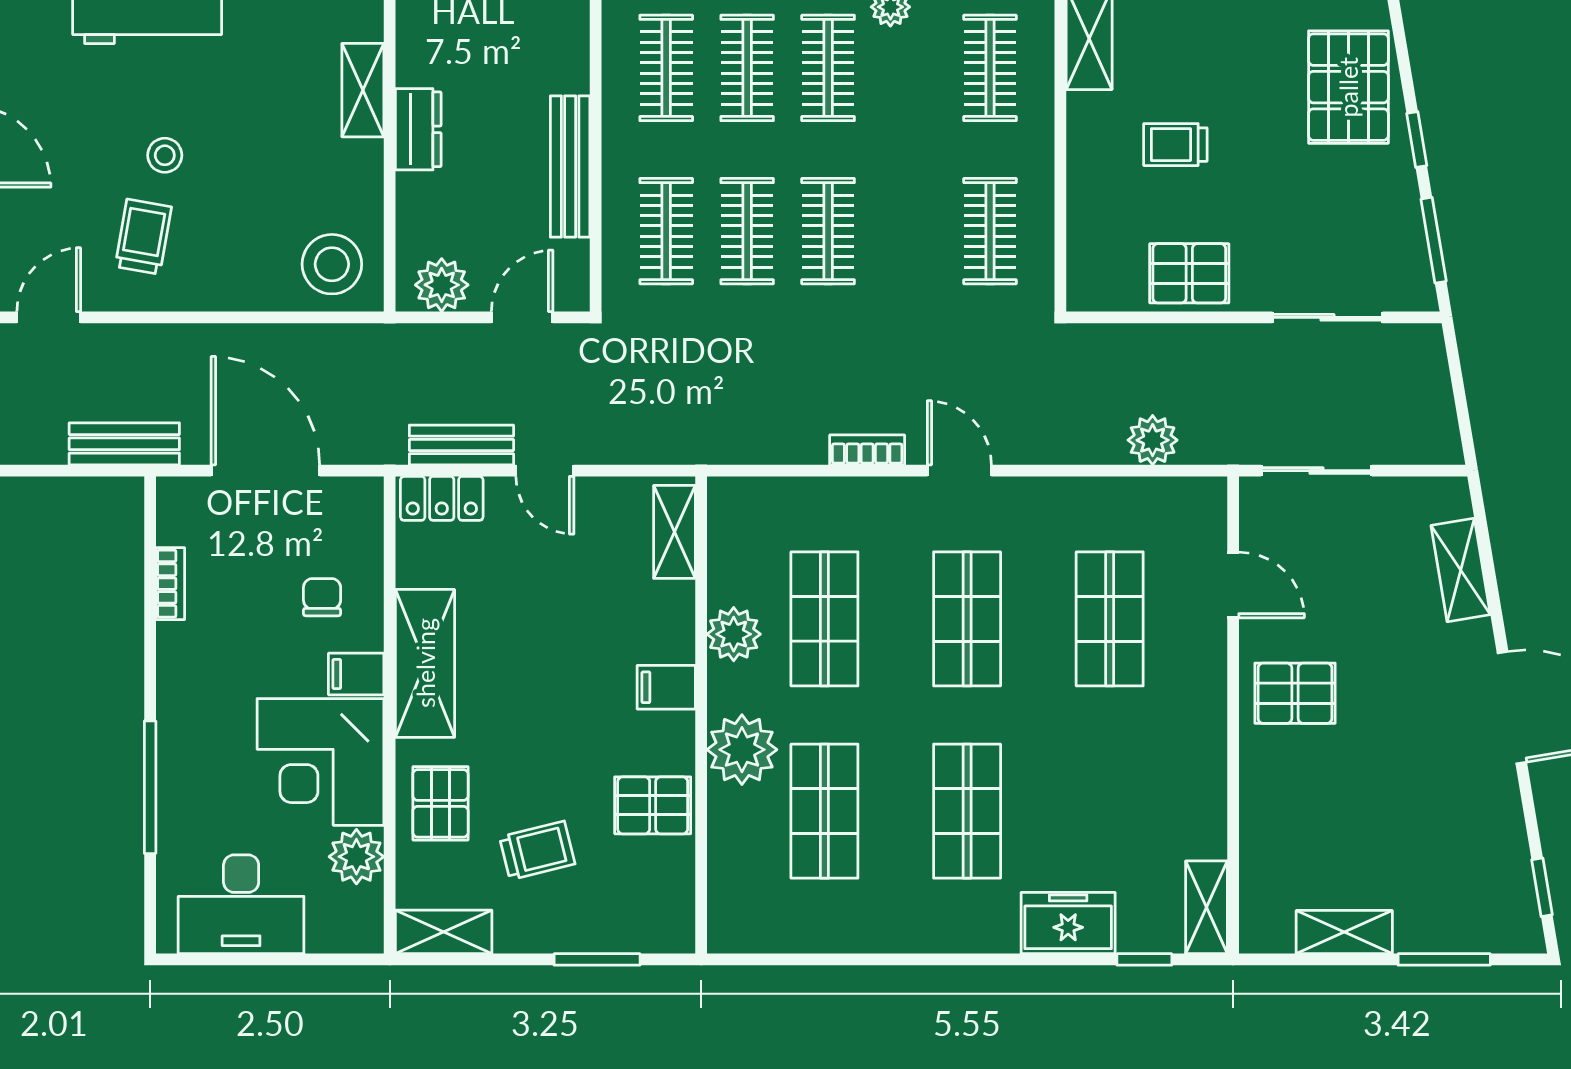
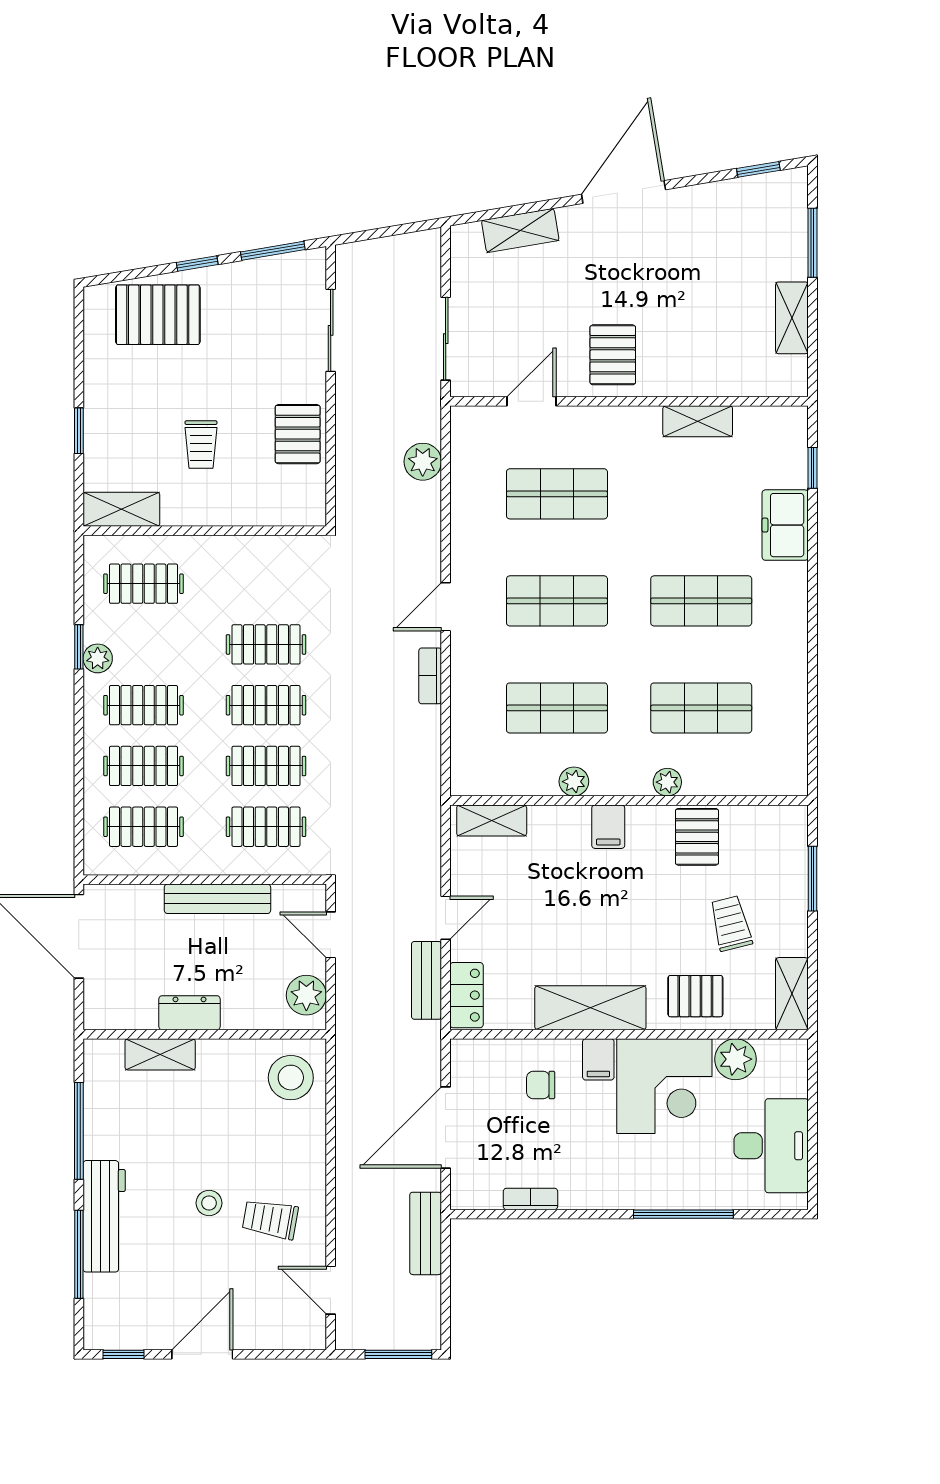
clothes rail: (990, 231) -> (266, 644), moved
plant: (734, 634) -> (574, 782), width x0.73, depth x0.73
plant: (742, 750) -> (667, 782), width x0.53, depth x0.53
shelving: (1206, 907) -> (698, 421), moved

